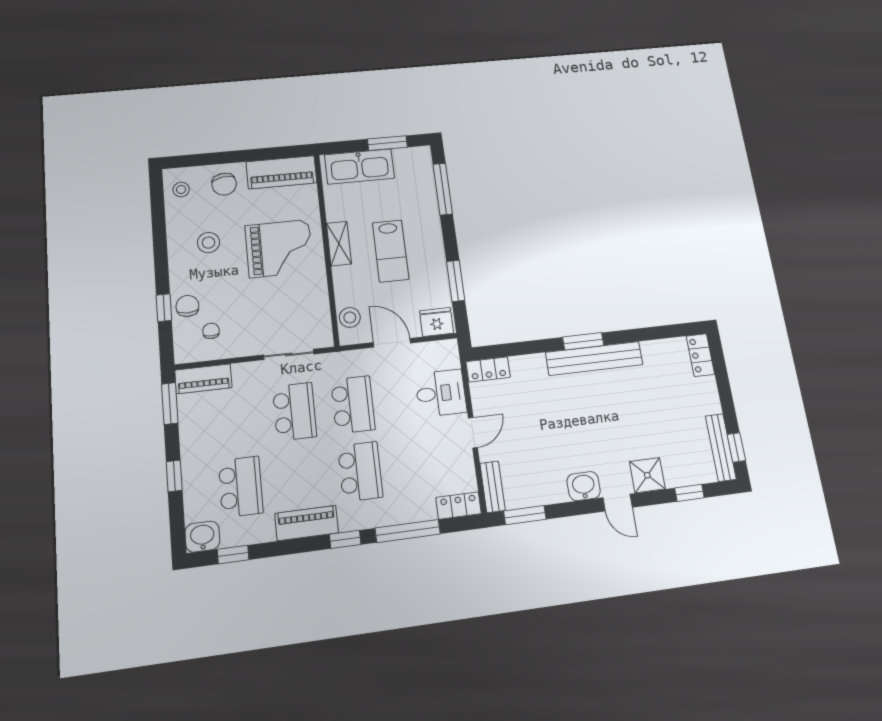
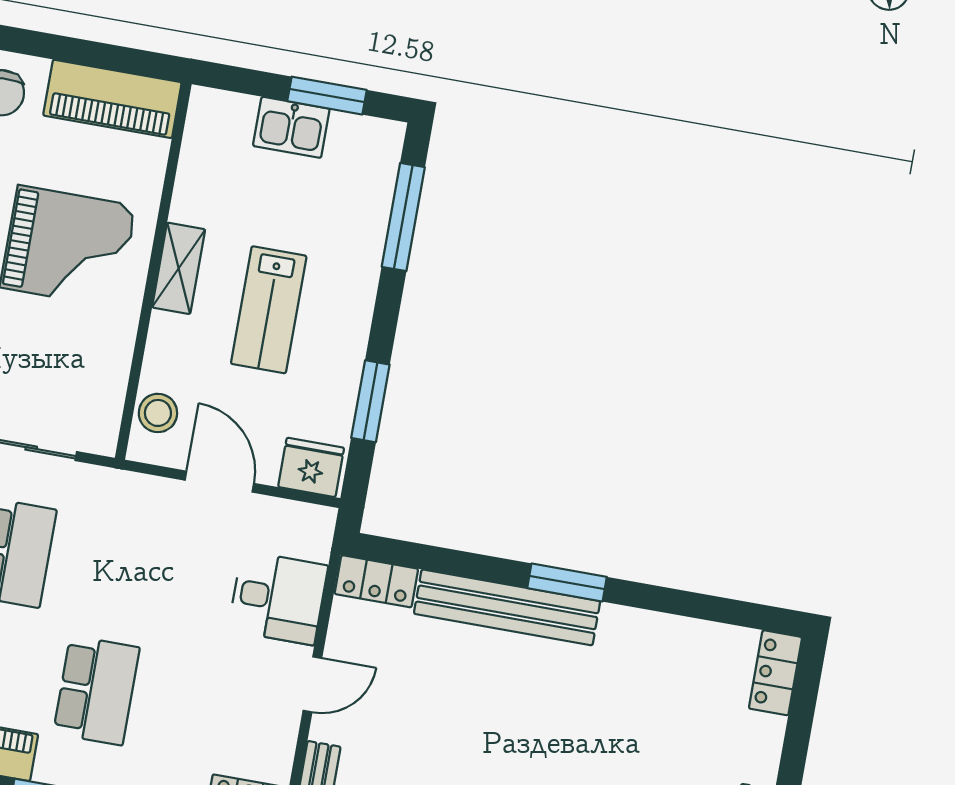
kitchen sink: (359, 166) -> (291, 127), width x0.53, depth x0.81
bench: (594, 358) -> (507, 607), moved
school desk: (353, 405) -> (118, 571), removed

